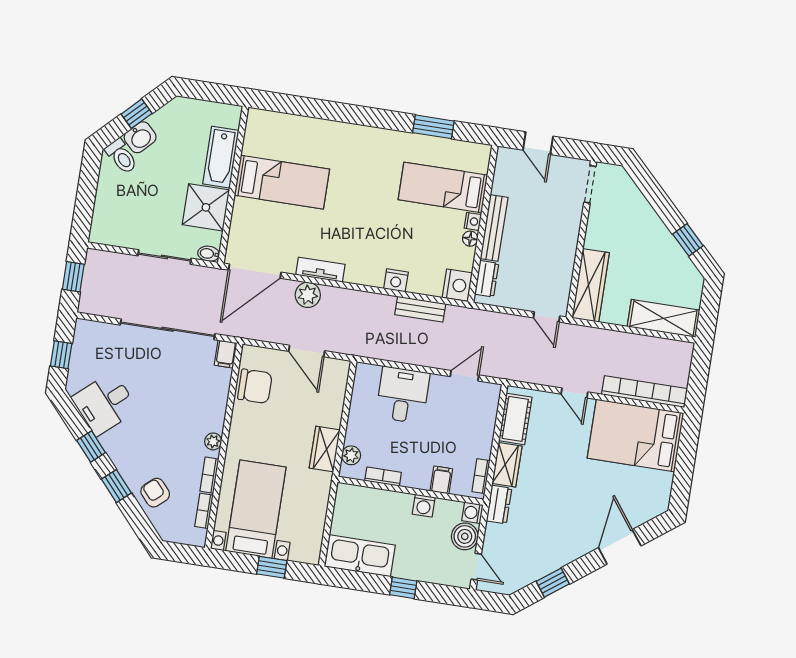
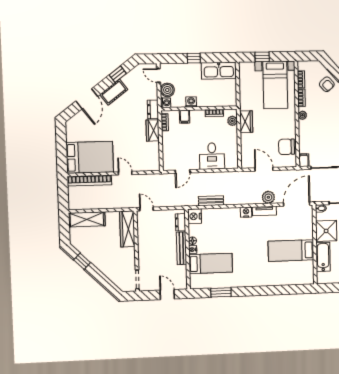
nightstand: (396, 280) -> (246, 212), moved
cot: (515, 419) -> (114, 92), moved, turned 53

